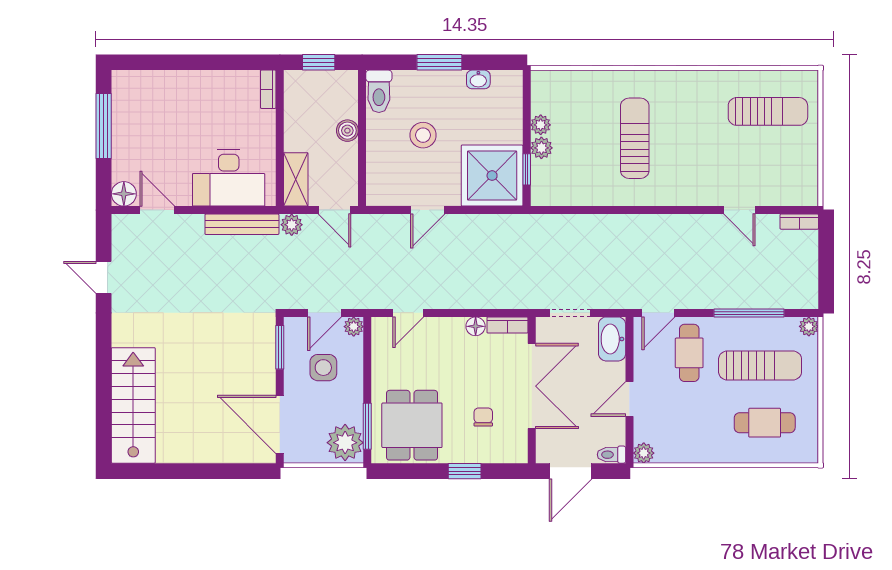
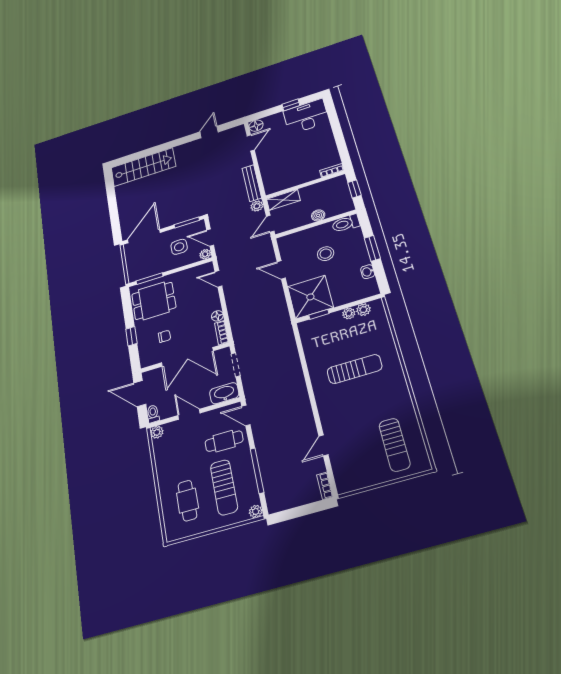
window: (104, 126) -> (291, 105), width x0.46
plant: (541, 148) -> (363, 310), moved
desk: (229, 178) -> (306, 116), moved, turned 90
plant: (345, 443) -> (139, 271), removed

